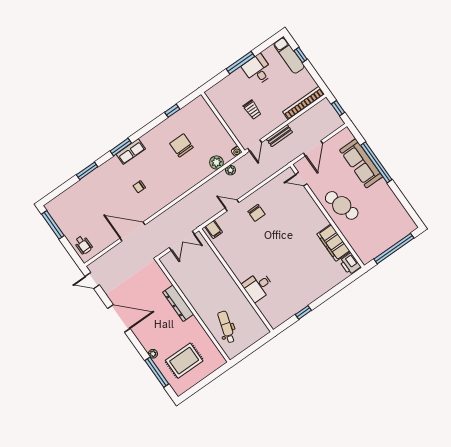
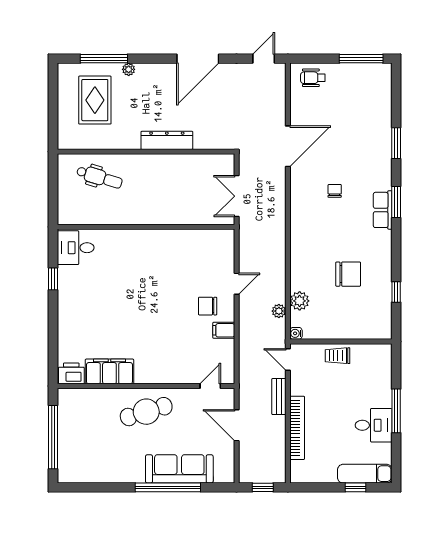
bookcase: (304, 103) -> (297, 428), moved
trolley: (252, 110) -> (338, 356), moved
filing cabinet: (214, 229) -> (224, 330), moved
desk: (258, 286) -> (76, 248), moved, turned -90

